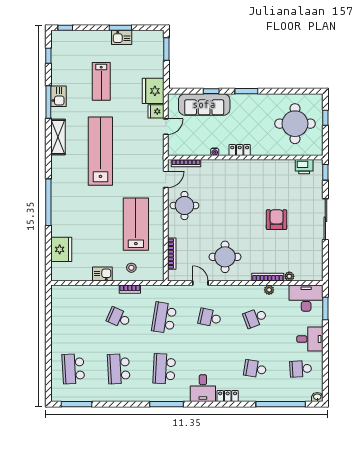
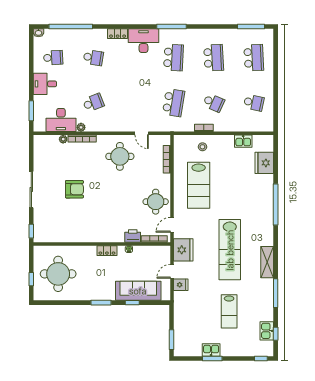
lab bench: (101, 81) -> (229, 311), turned 180
fridge: (153, 91) -> (183, 250), moved
kitchen sink: (58, 96) -> (267, 331), moved
printer: (304, 167) -> (133, 236), moved
armchair: (277, 220) -> (74, 189), turned -90
kitchen sink: (102, 274) -> (243, 141), moved
desk: (306, 298) -> (61, 120), moved
school desk: (210, 318) -> (254, 103), moved
desk: (203, 388) -> (144, 41), width x1.37

